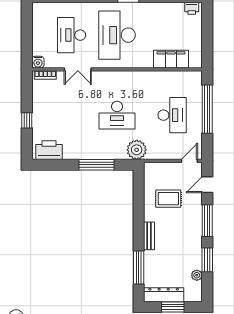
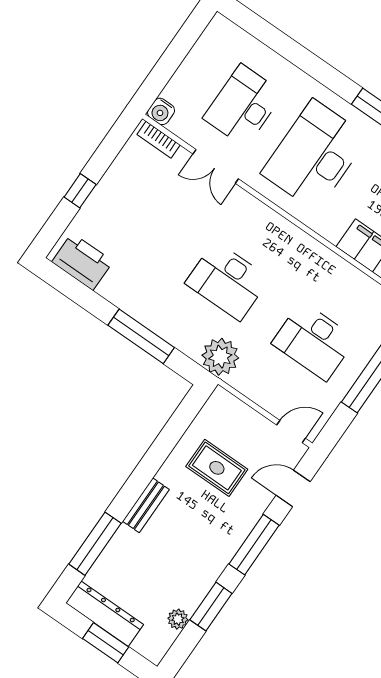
desk: (172, 115) -> (314, 341), turned 90

